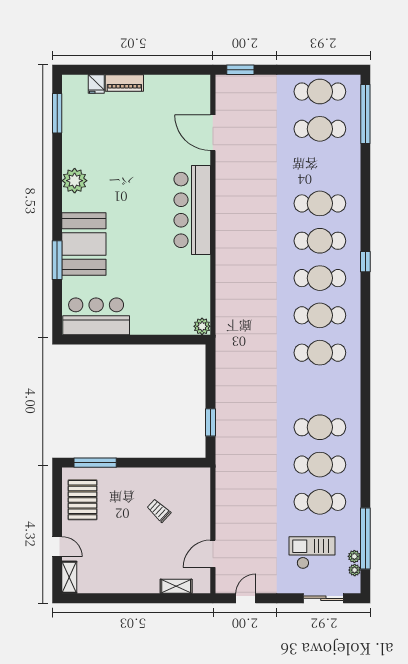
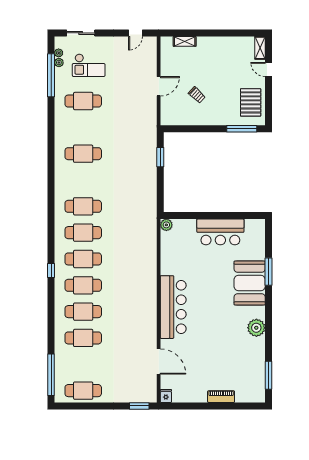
fridge: (96, 84) -> (166, 396), moved
cafe table: (320, 129) -> (83, 338), moved
bar counter: (96, 316) -> (220, 232), moved
cafe table: (320, 465) -> (83, 127), removed
door: (213, 554) -> (159, 86), moved

